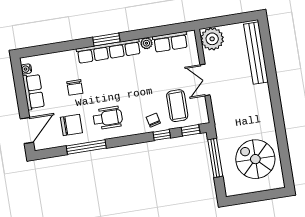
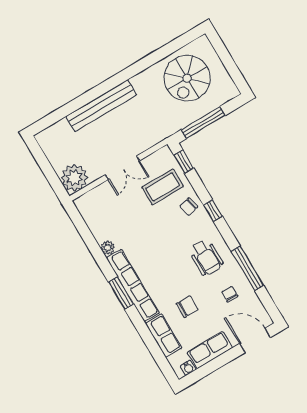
row of seats: (170, 42) -> (163, 336), moved
bench: (256, 53) -> (101, 105), moved
wheelchair: (108, 118) -> (206, 257), turned 180
chair: (71, 125) -> (230, 294), width x0.54, depth x0.54
window: (162, 135) -> (213, 211), moved

